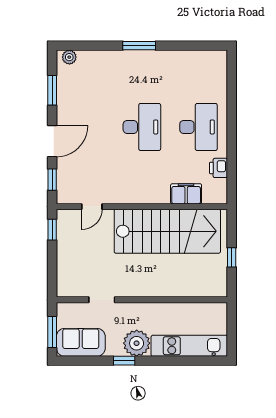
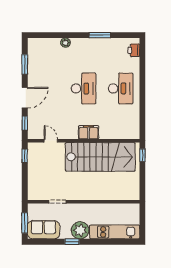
window: (139, 46) -> (100, 35), moved
plant: (69, 57) -> (66, 43), moved
printer: (219, 168) -> (134, 50), moved
filing cabinet: (186, 194) -> (89, 132), moved
door: (92, 207) -> (51, 141), swing flipped
window: (232, 257) -> (142, 155), moved

